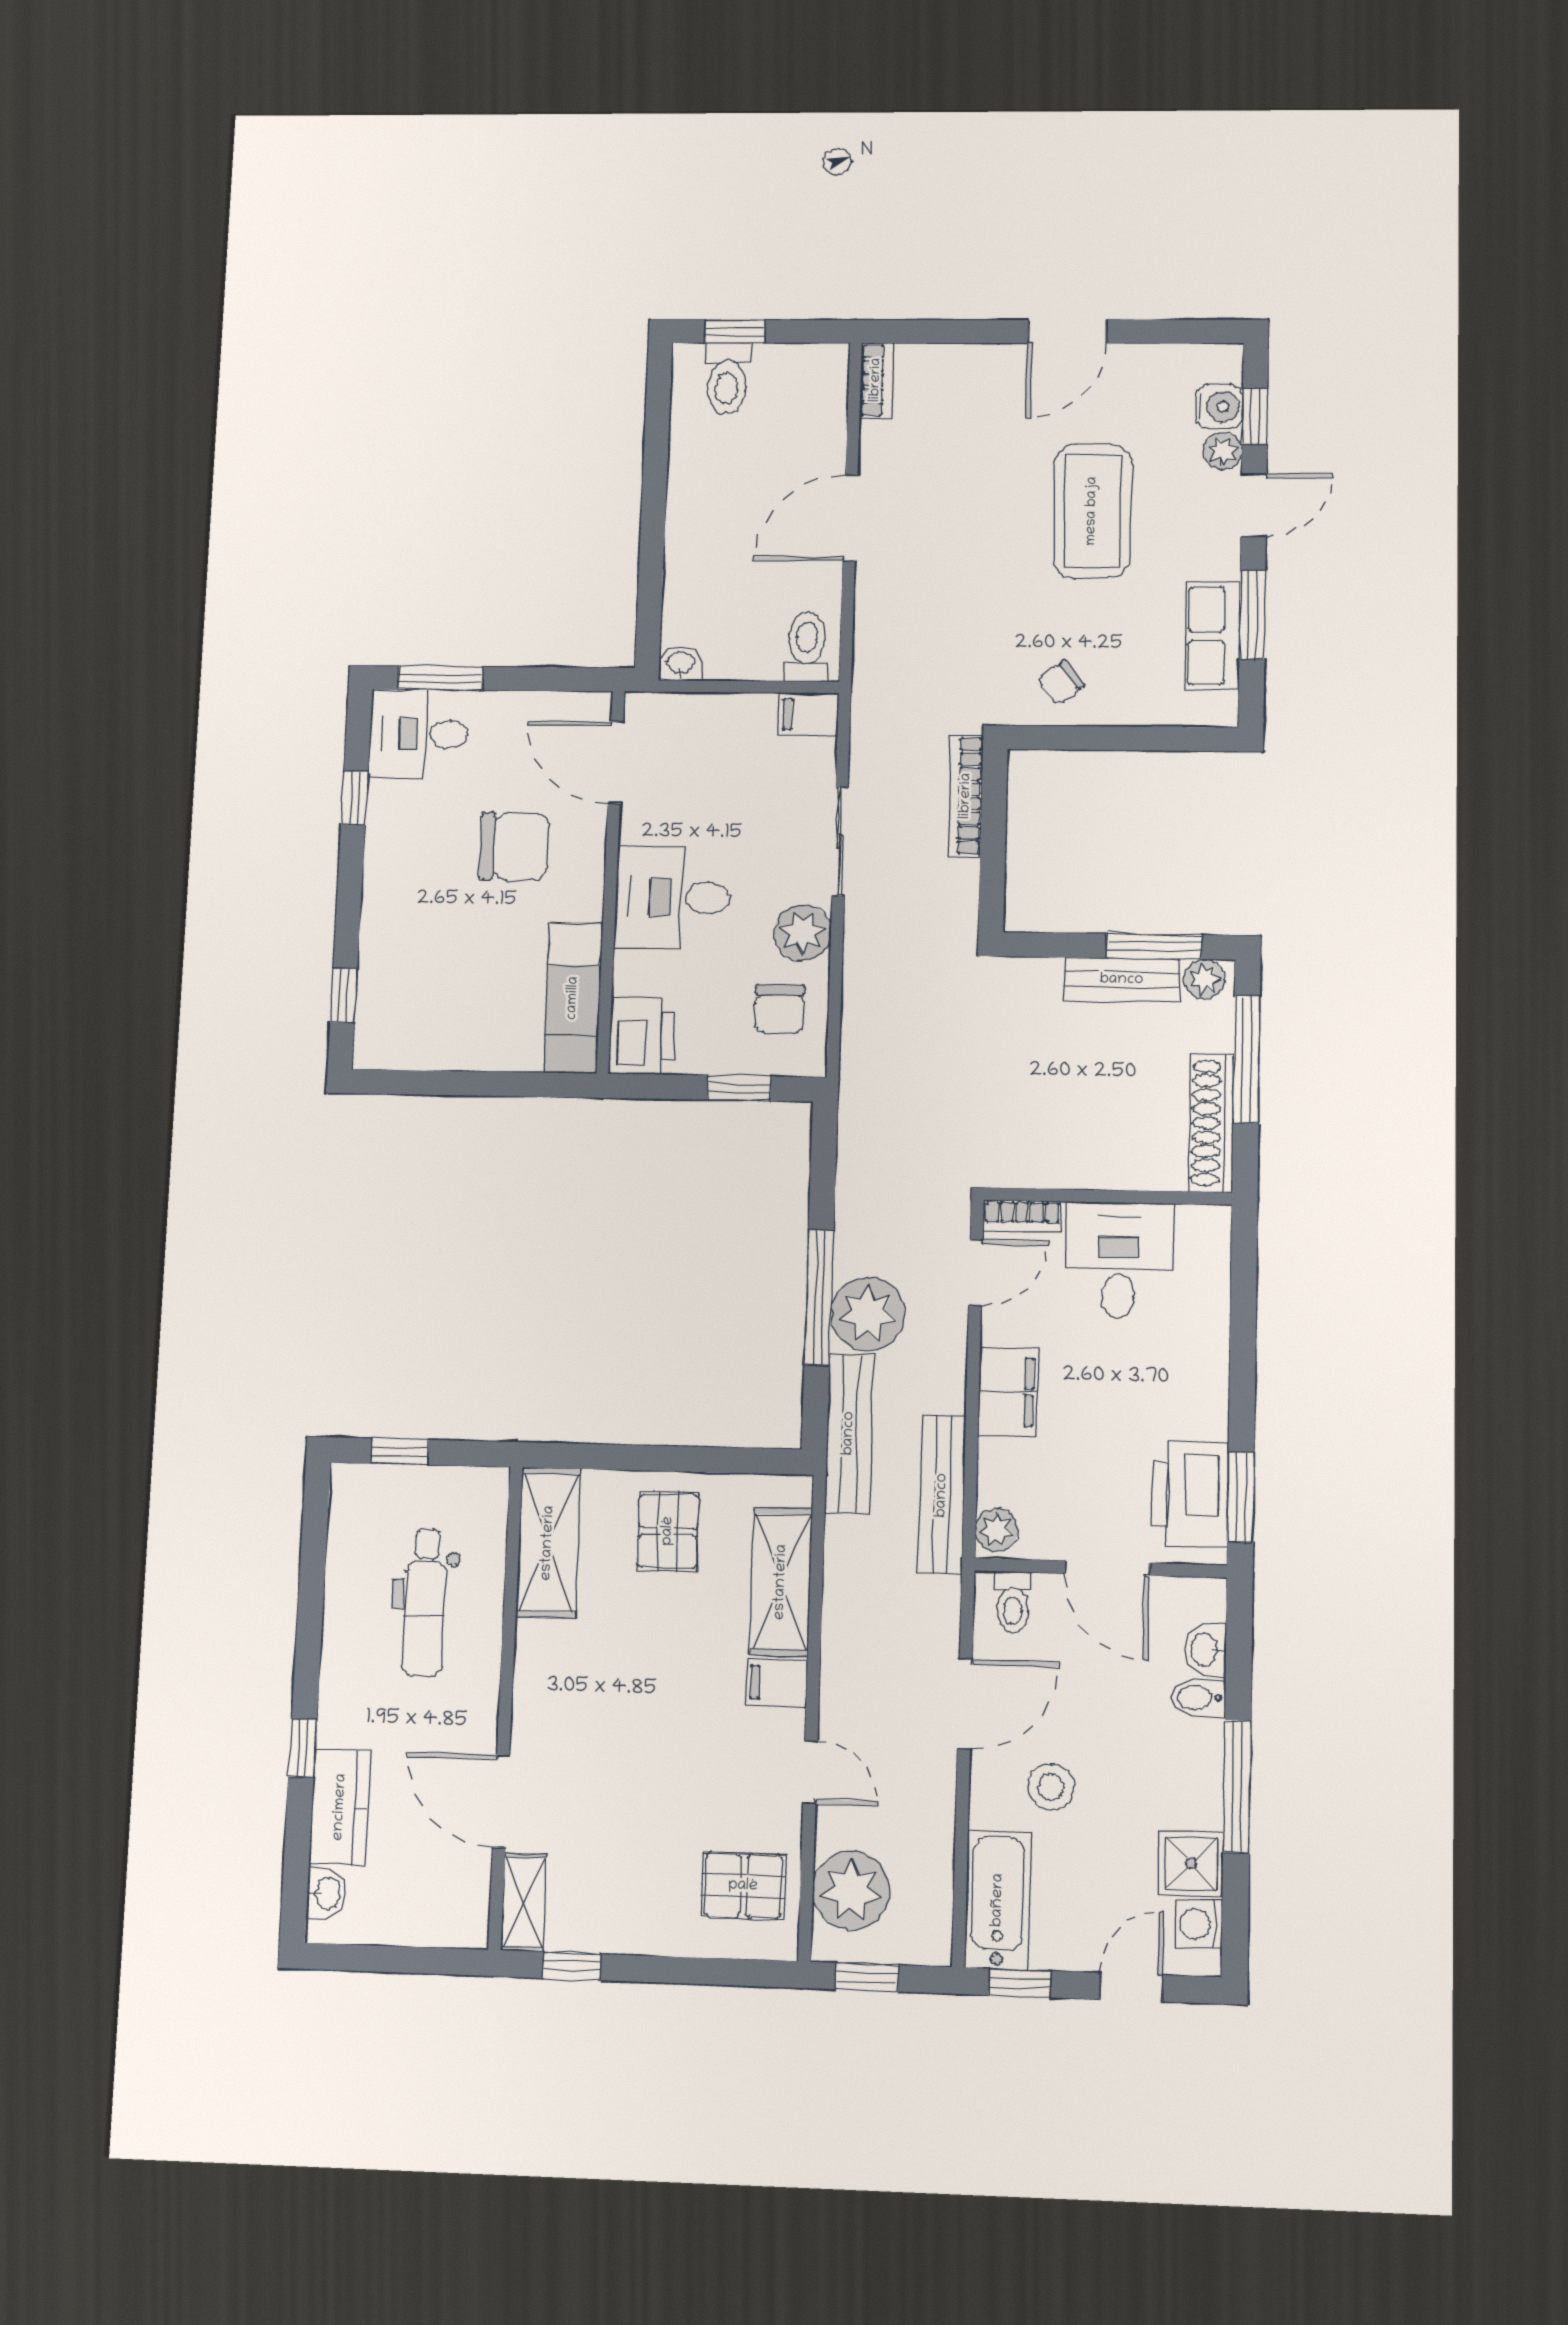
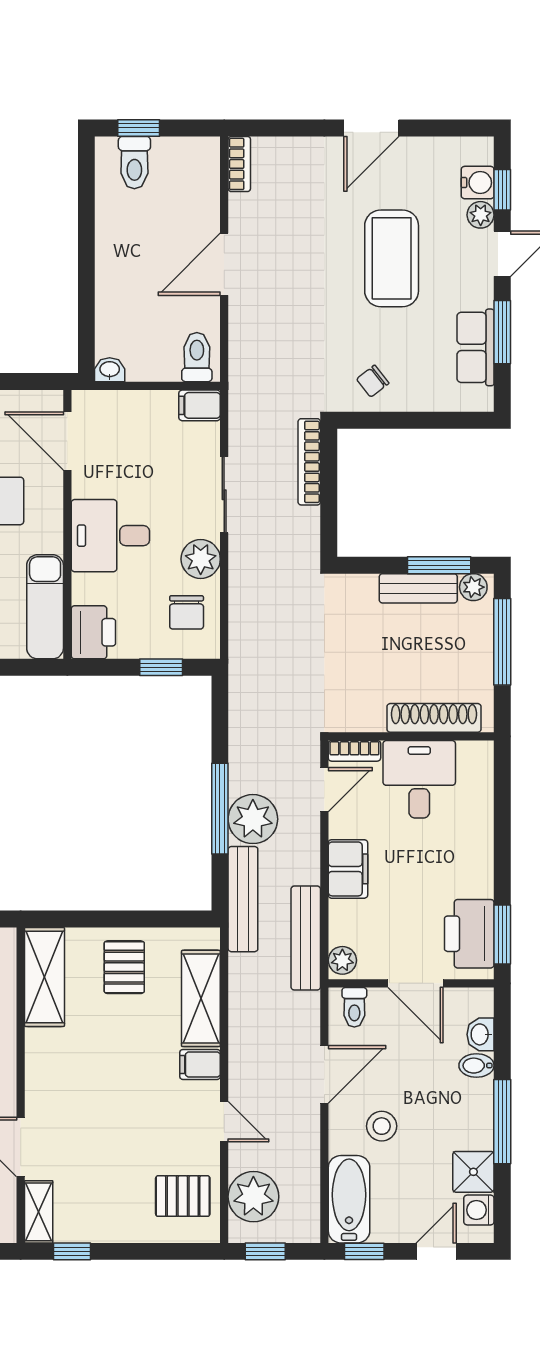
shoe rack: (1211, 1123) -> (434, 718), moved, turned 90

